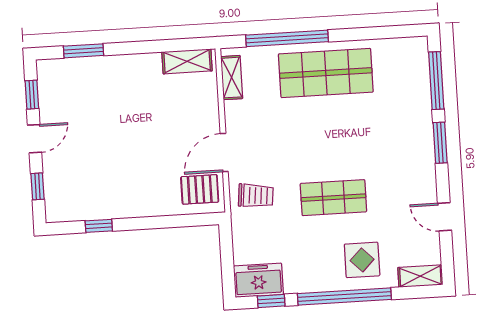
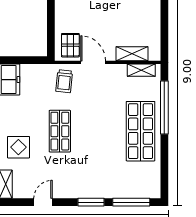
shelving: (187, 61) -> (132, 54), moved, turned 90

